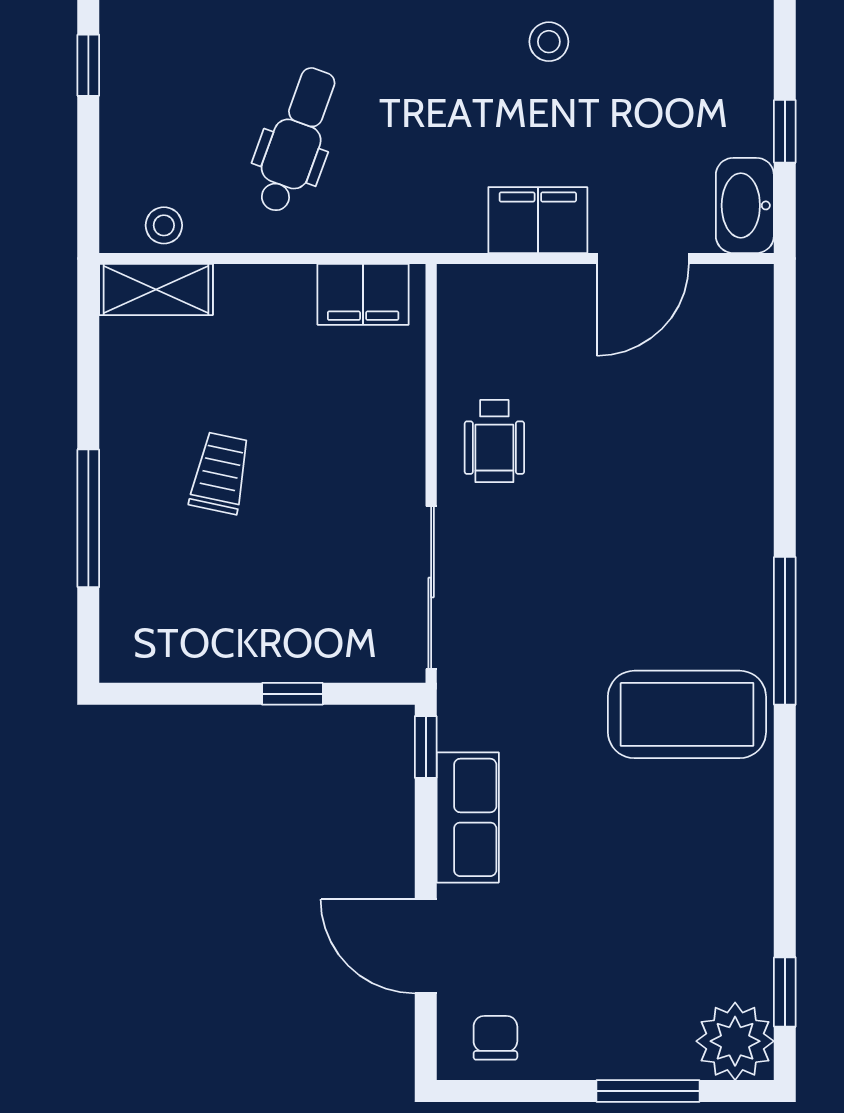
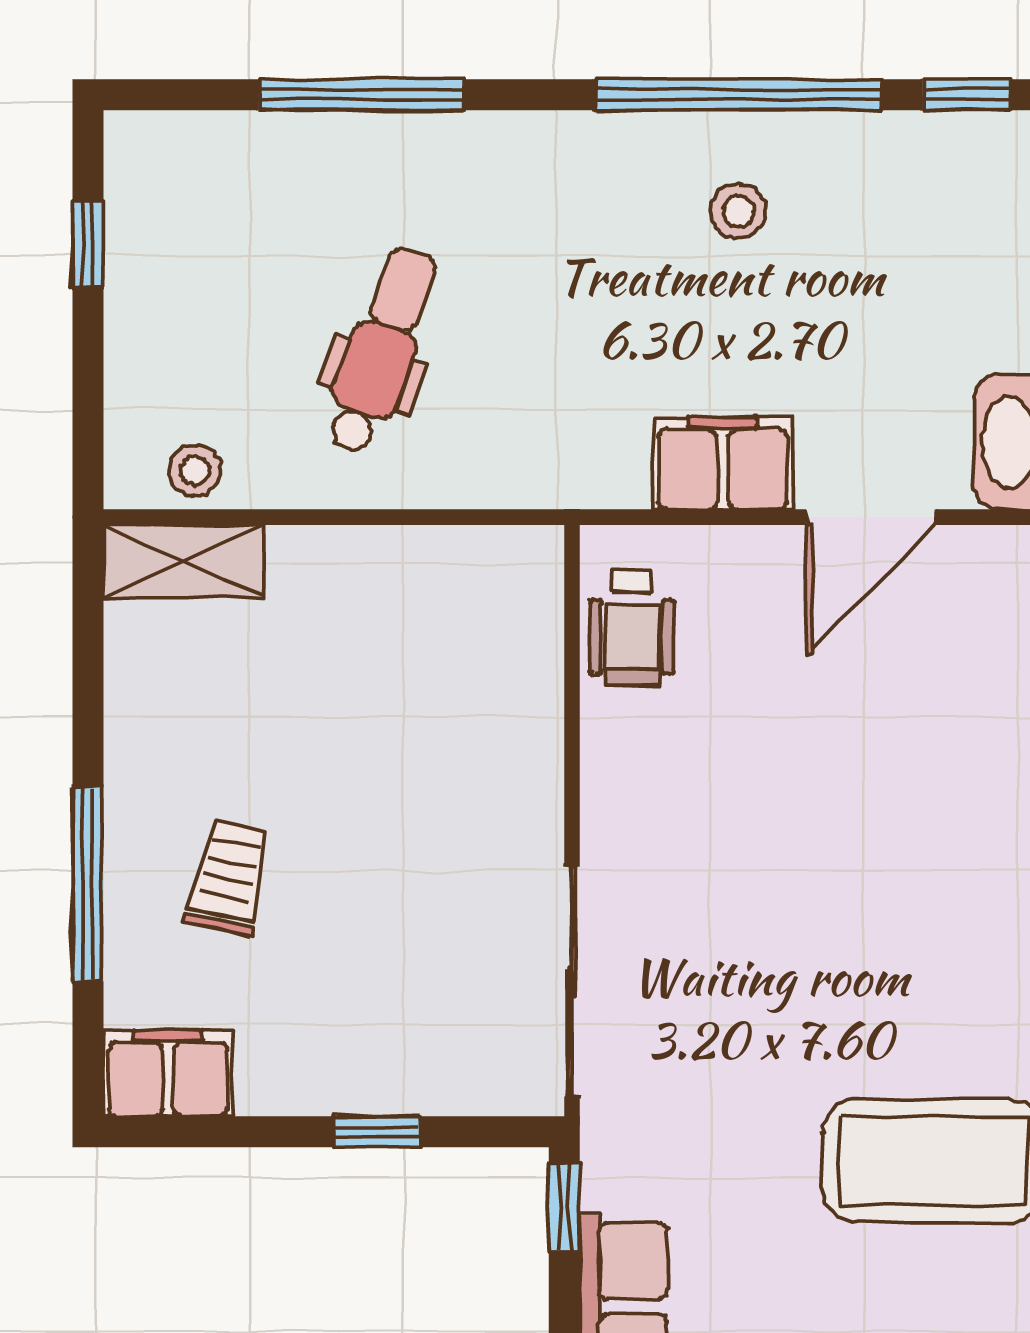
filing cabinet: (363, 294) -> (168, 1073), moved, turned 180
wheelchair: (494, 441) -> (632, 628), moved
trolley: (220, 473) -> (229, 878), moved

